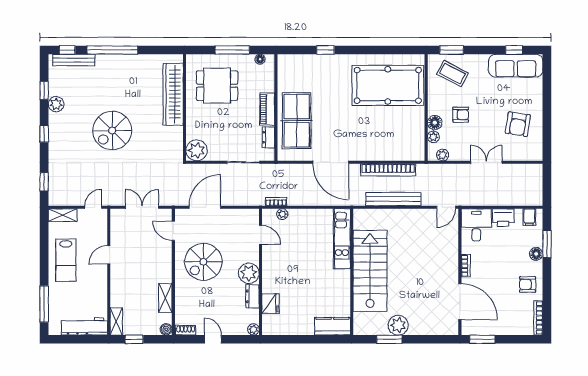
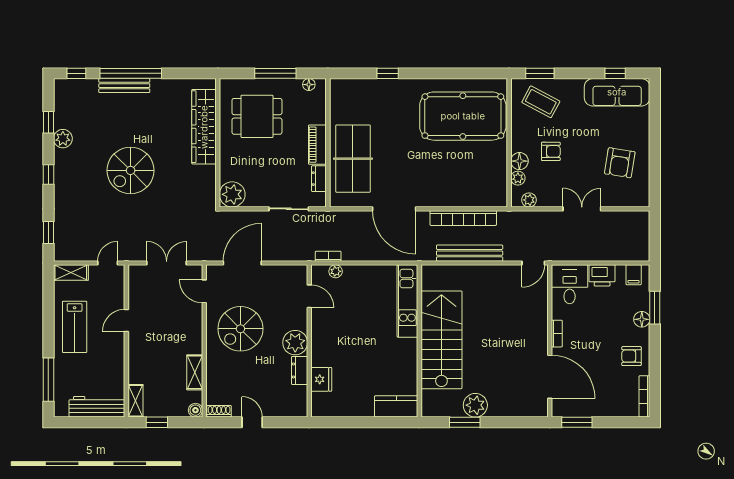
bench: (74, 60) -> (124, 86), moved
plant: (253, 329) -> (301, 410), removed

